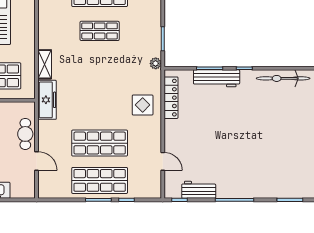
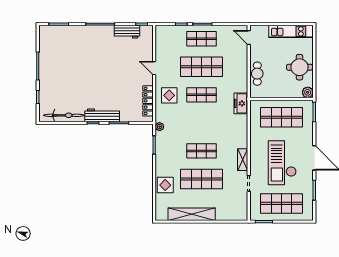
shelving: (45, 64) -> (243, 160), moved
workbench: (217, 78) -> (102, 115), moved
freezer: (47, 100) -> (241, 103), width x0.71
shop shelf: (100, 106) -> (201, 95), added
door: (37, 161) -> (249, 38), moved
door: (163, 161) -> (154, 68), moved
shop shelf: (100, 180) -> (201, 39), width x0.70, depth x0.74

